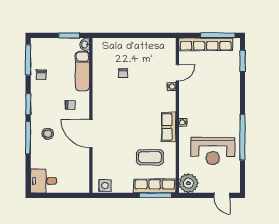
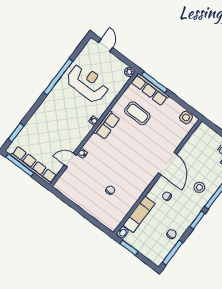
plant: (188, 183) -> (129, 72), width x0.53, depth x0.53

